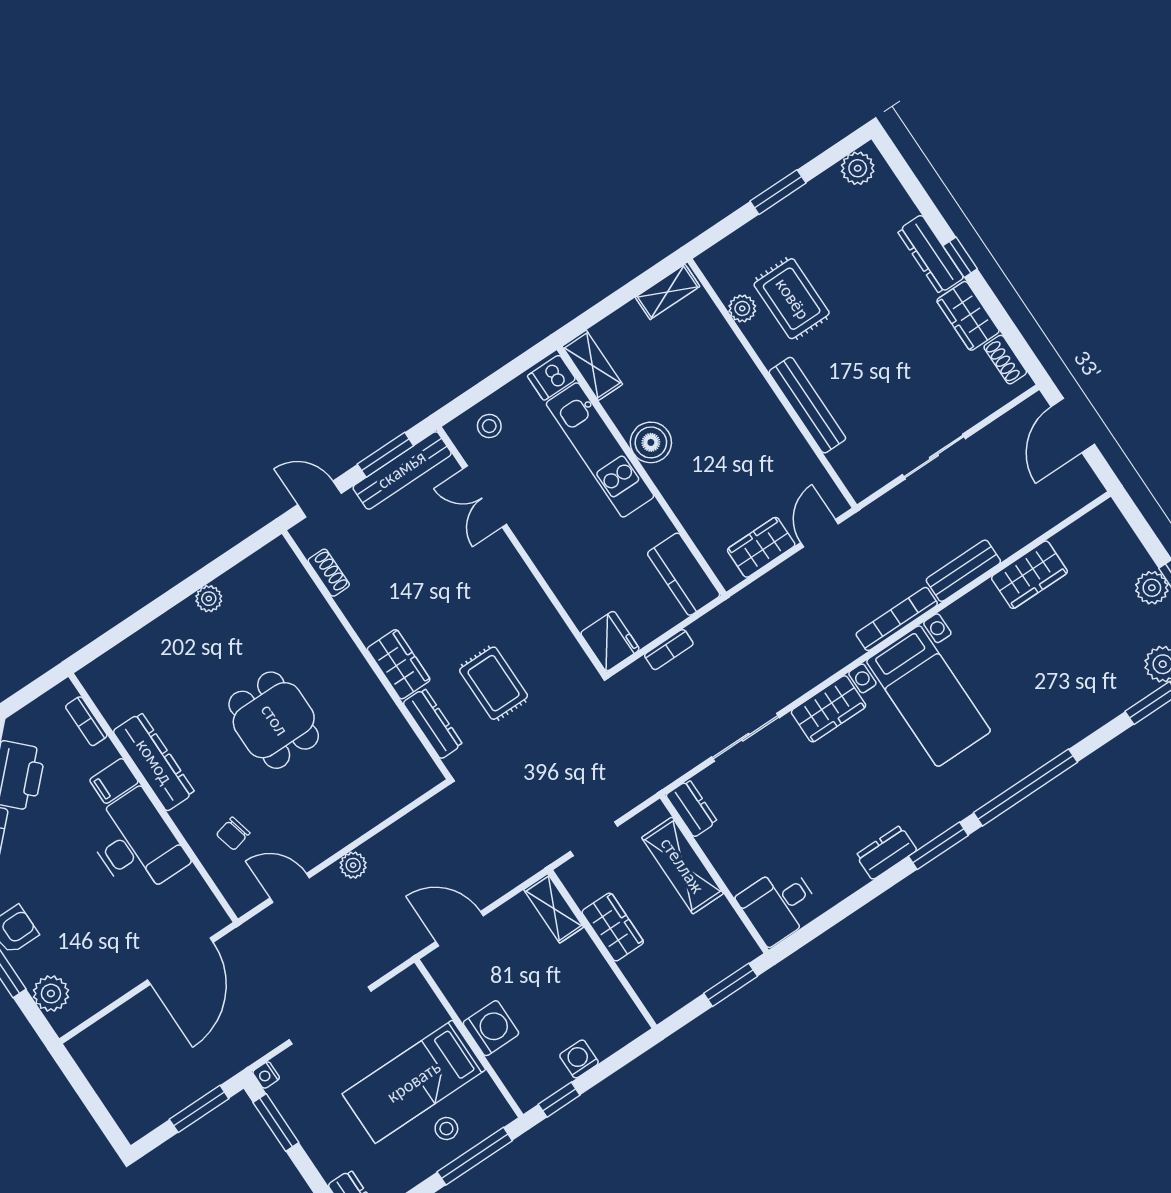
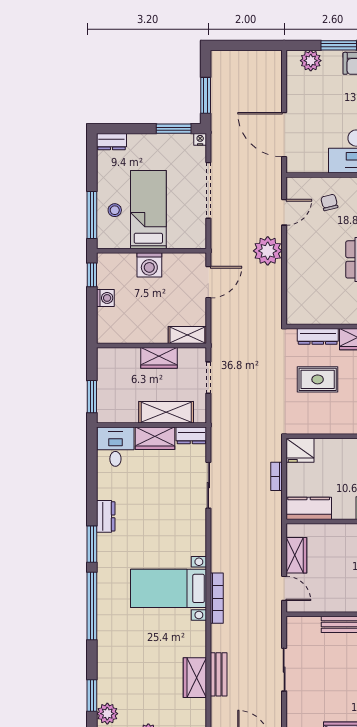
bench: (963, 571) -> (219, 674), moved
wardrobe: (829, 709) -> (155, 438), moved, turned -90
plant: (353, 865) -> (268, 251), width x1.88, depth x1.88

